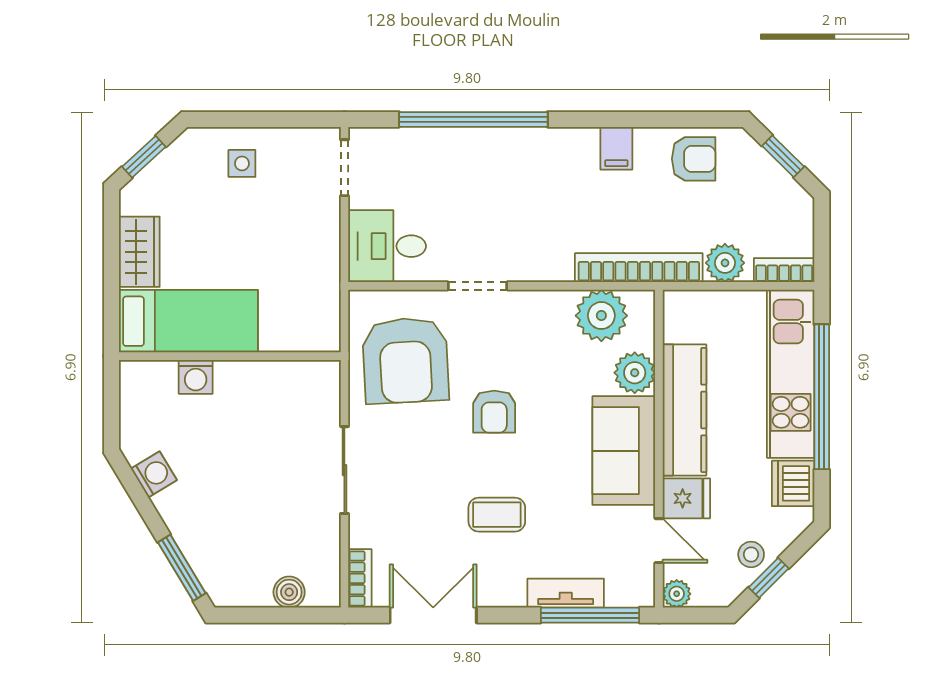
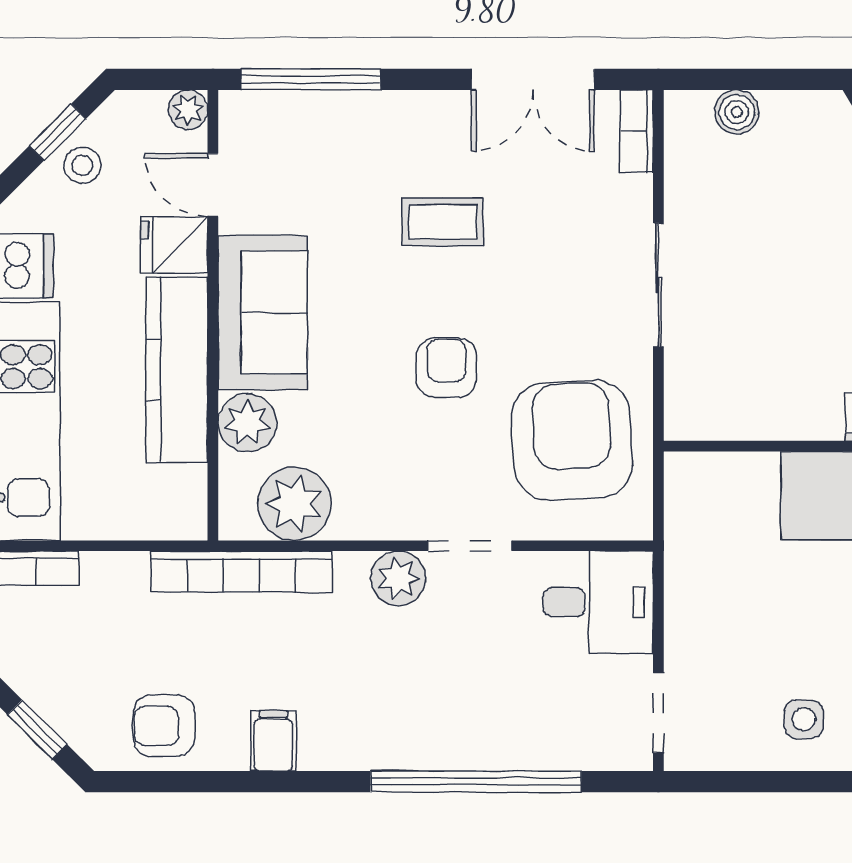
plant: (725, 263) -> (398, 578), moved
tv unit: (566, 593) -> (345, 111), removed

